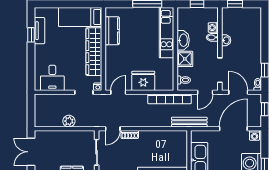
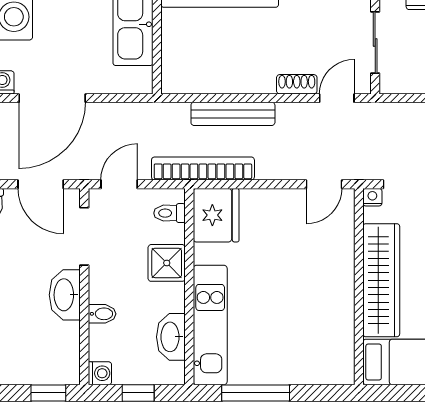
washing machine: (213, 28) -> (100, 373), moved
kitchen counter: (112, 31) -> (338, 329), removed
washbasin: (183, 40) -> (171, 337), moved
washbasin: (226, 40) -> (65, 295), width x1.91, depth x1.45
fridge: (143, 81) -> (216, 215), moved, turned -90
bench: (189, 122) -> (233, 114), moved

